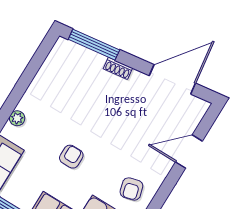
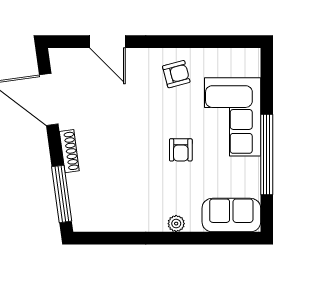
shoe rack: (118, 68) -> (69, 151), width x1.43
armchair: (71, 157) -> (181, 150), turned -90

